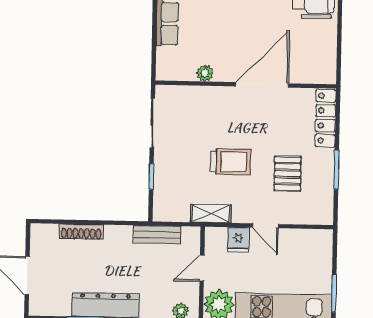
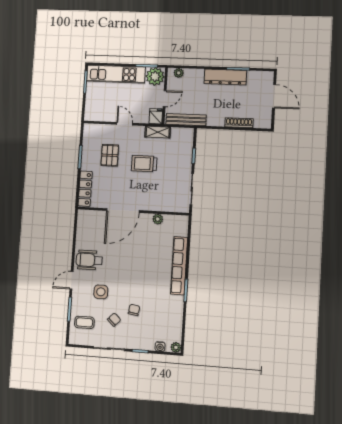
bench: (157, 235) -> (186, 120), width x1.36
fridge: (238, 240) -> (156, 116), moved

